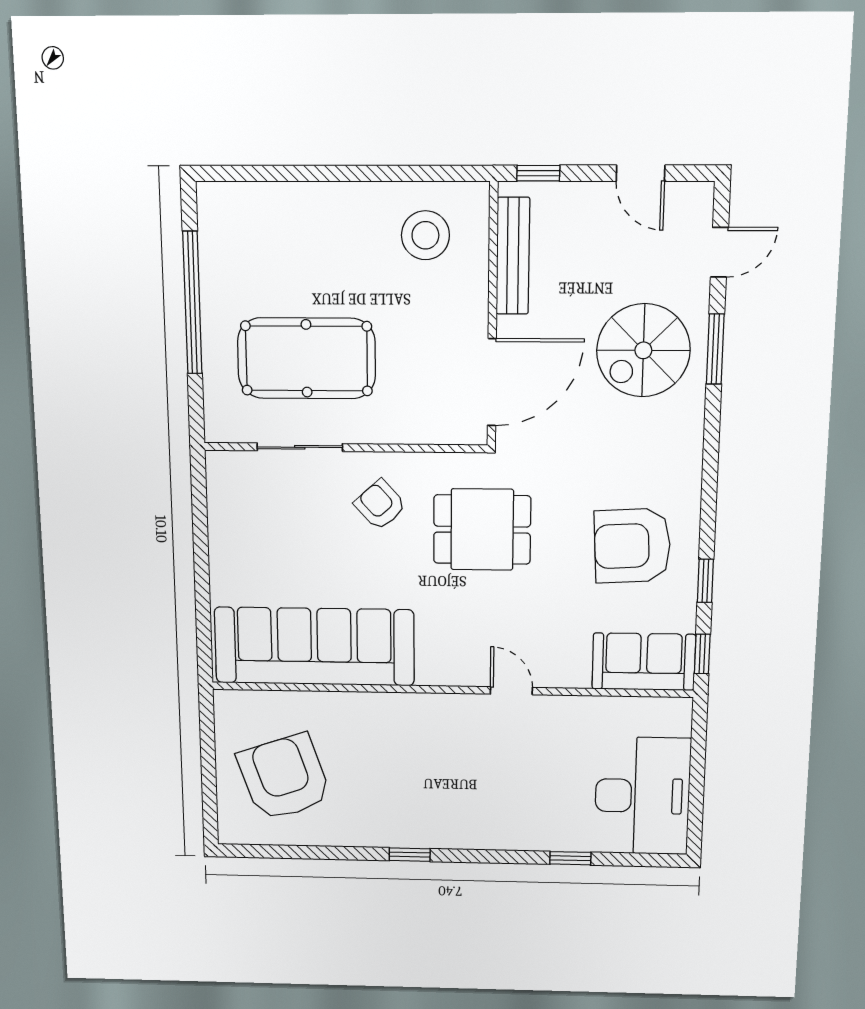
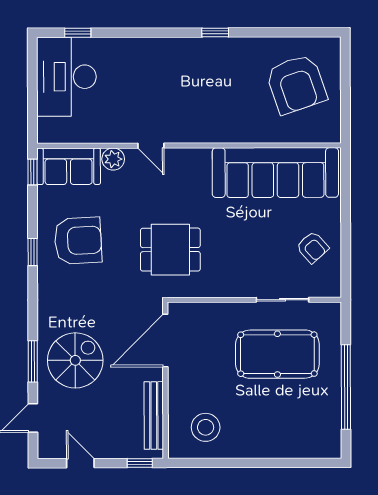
armchair: (380, 505) -> (313, 247), moved
window: (705, 581) -> (33, 252), moved
plant: (572, 671) -> (113, 159), added
window: (570, 858) -> (78, 33), moved

